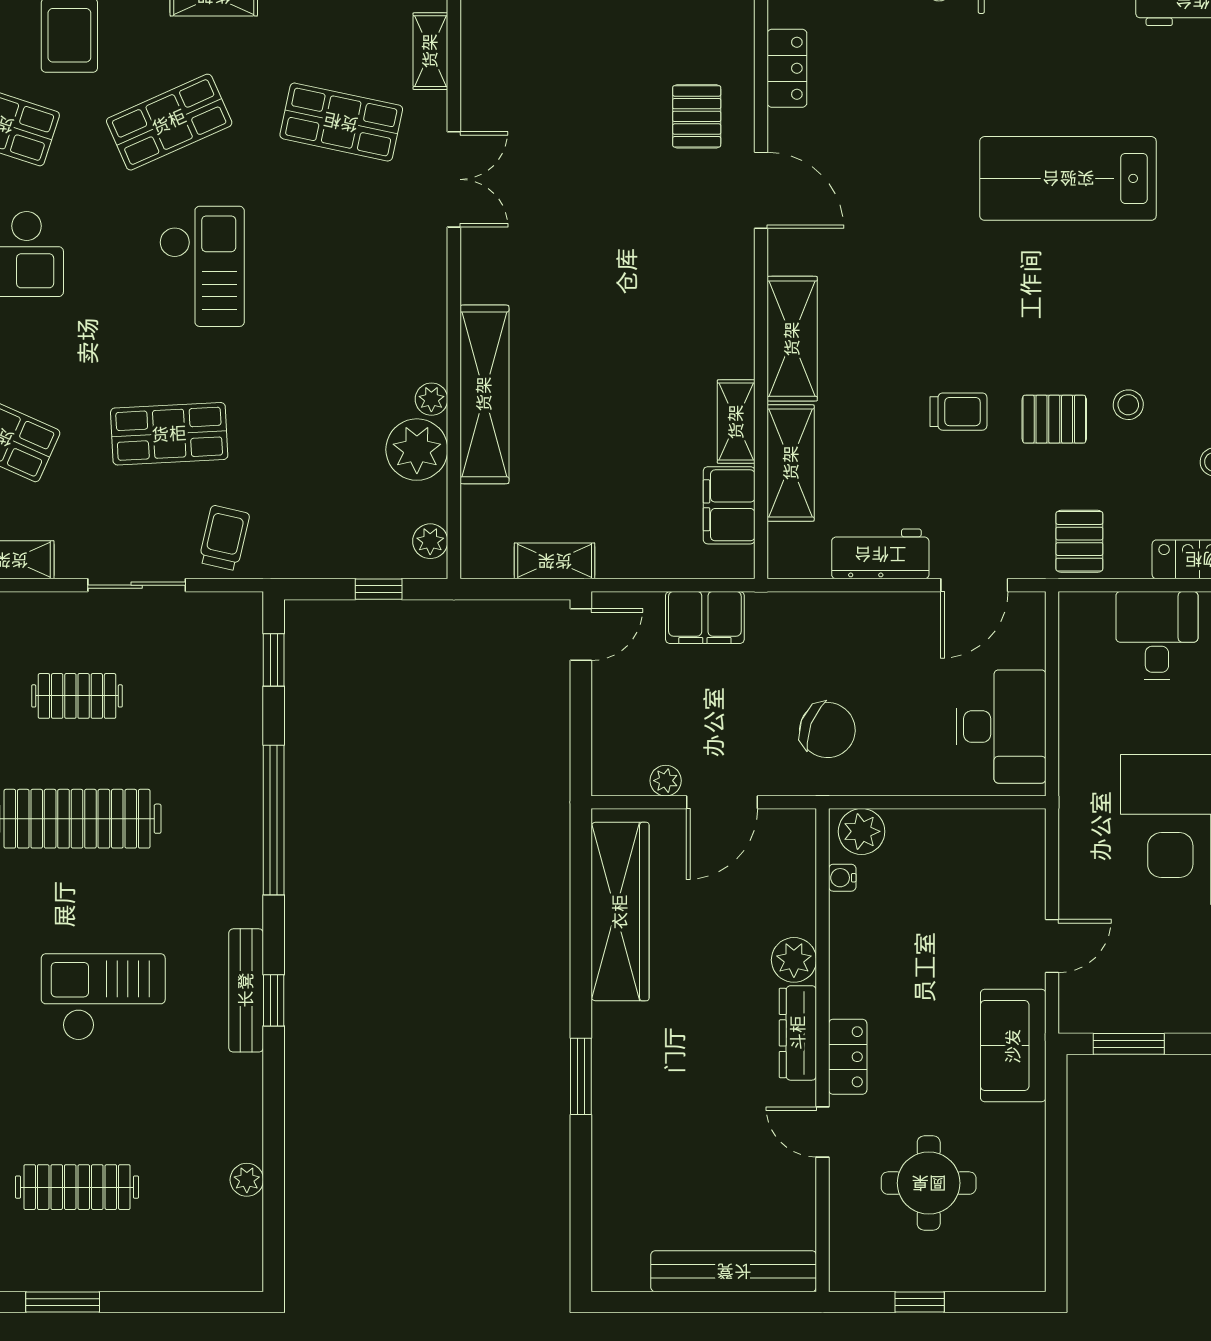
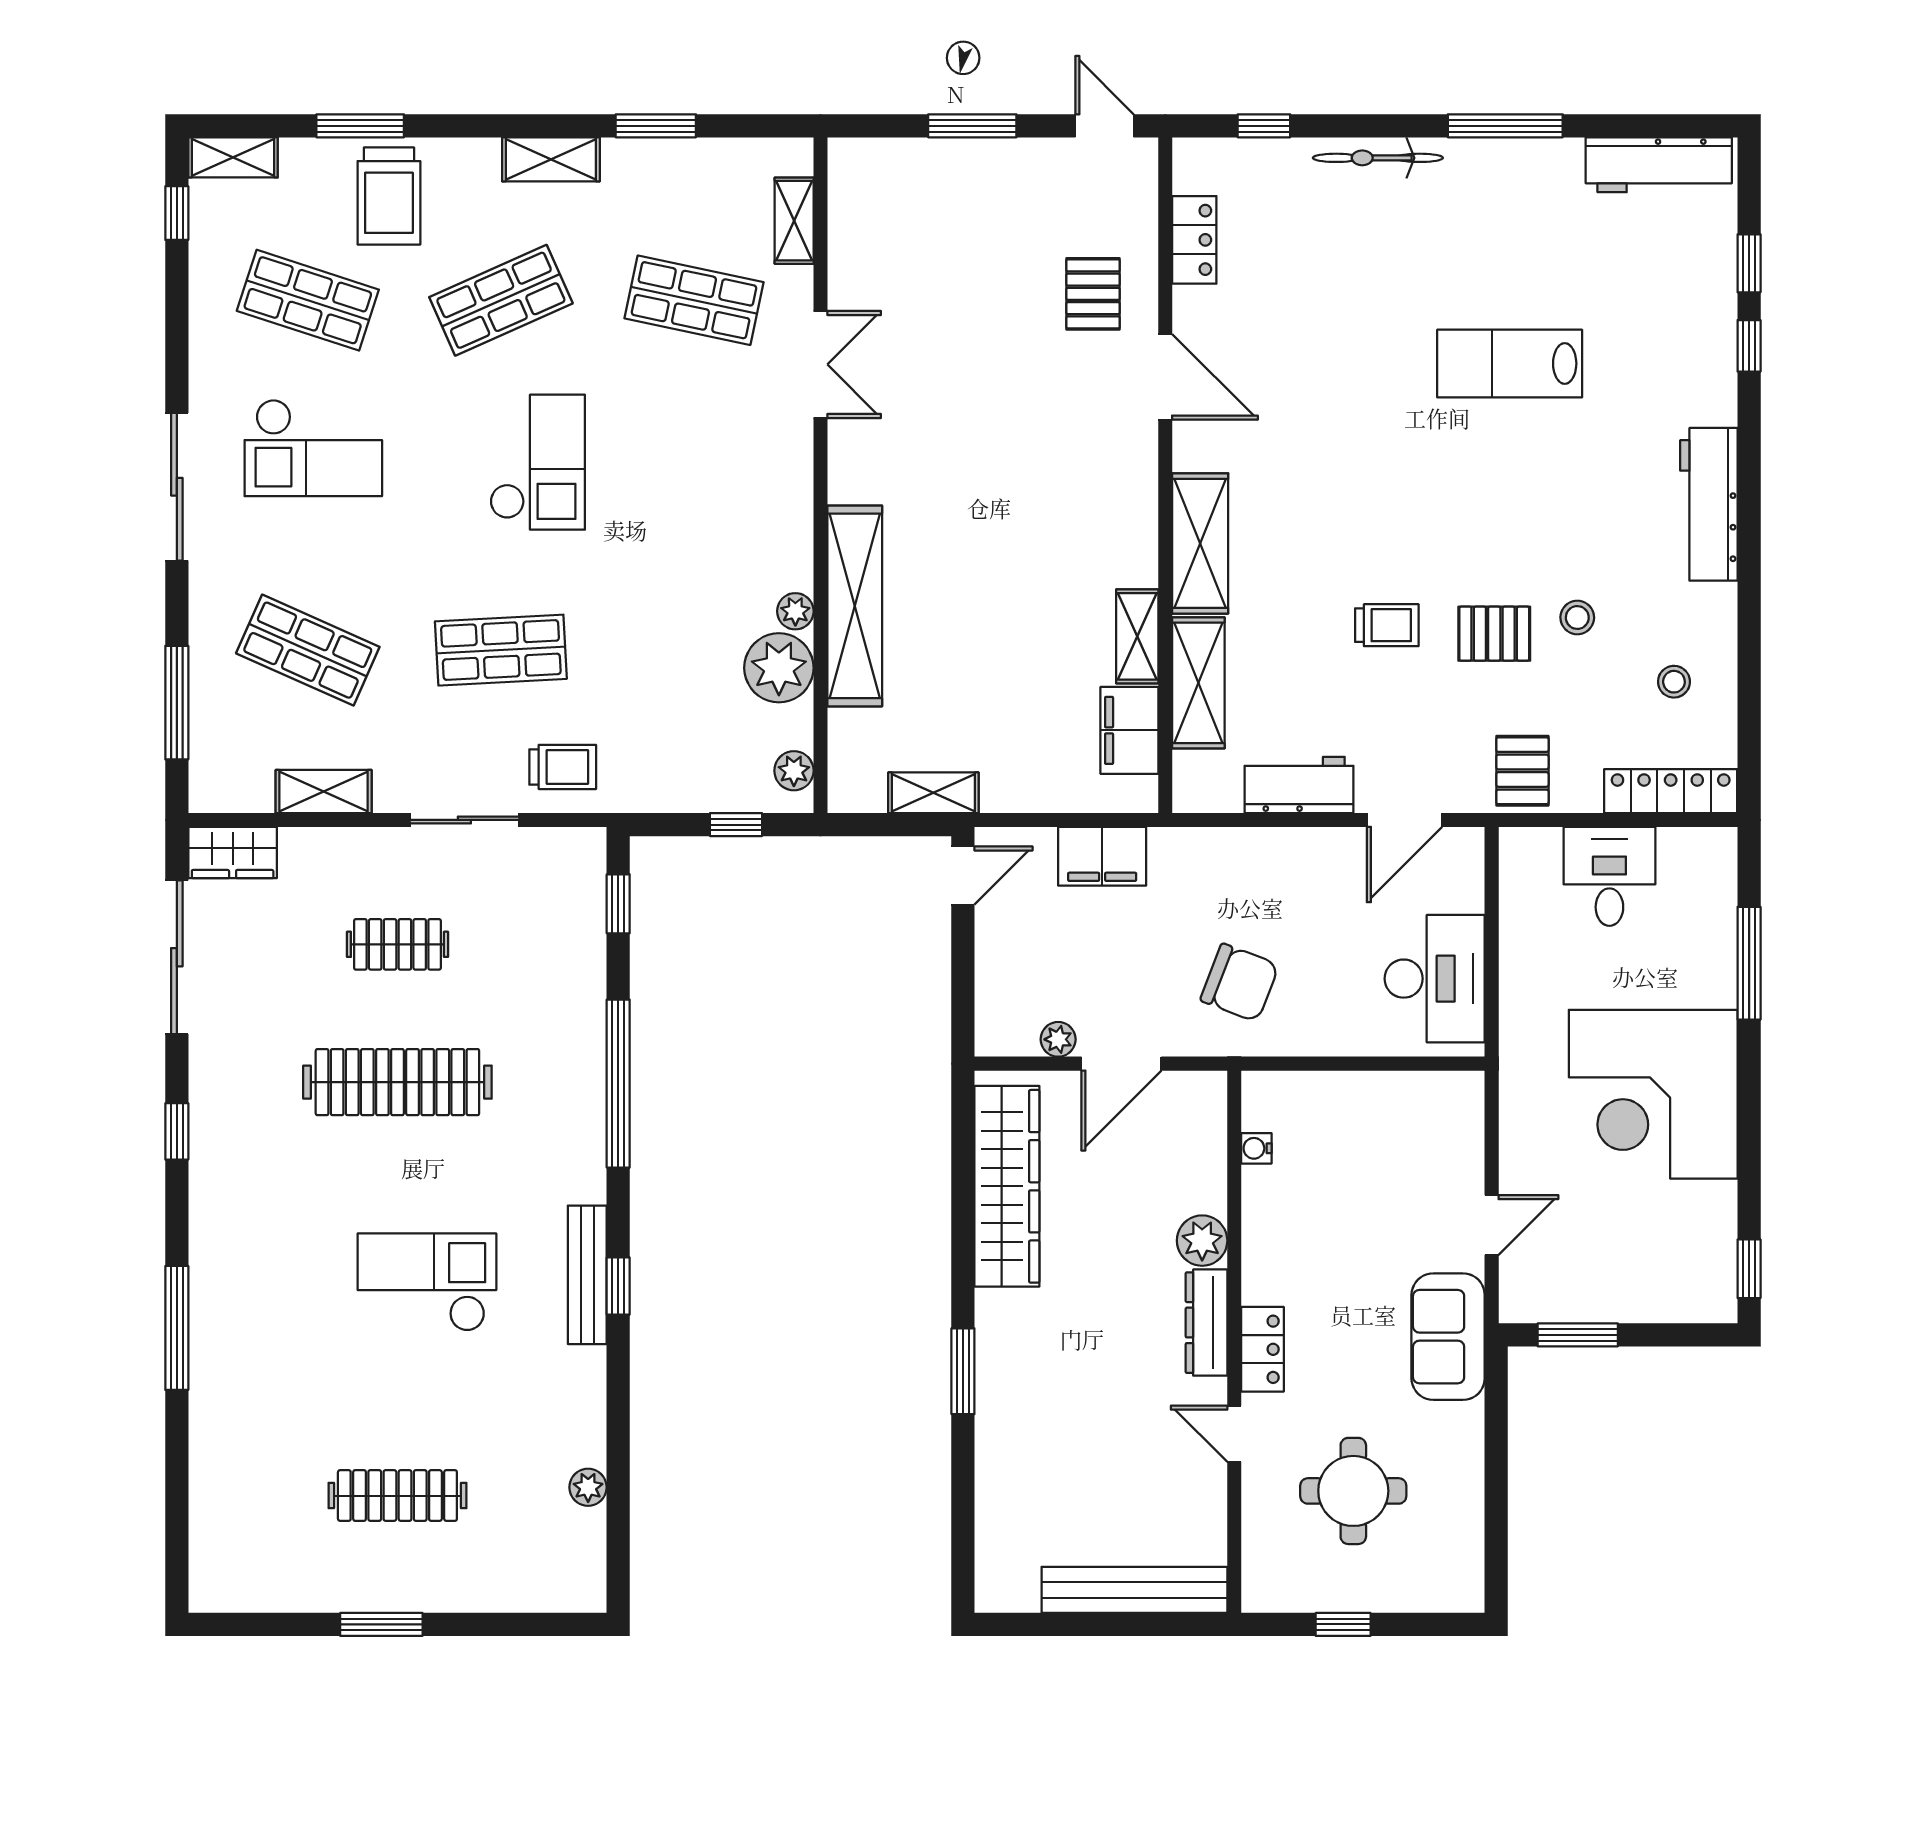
lab bench: (1068, 178) -> (1510, 364), width x0.73, depth x0.72
trolley: (224, 538) -> (563, 767), turned 77
plant: (862, 831) -> (1278, 1096), removed

